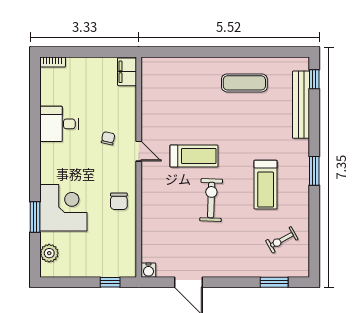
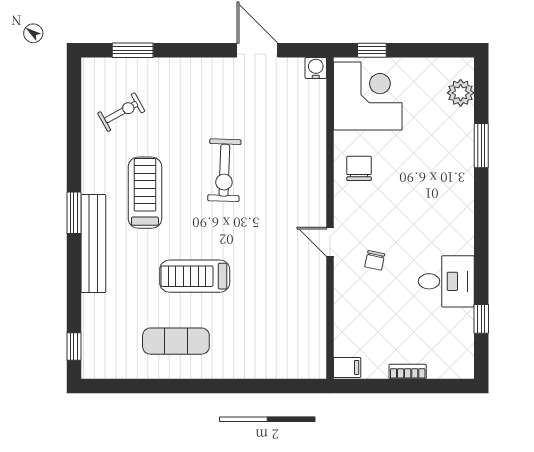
bookcase: (53, 62) -> (408, 372), moved
filing cabinet: (127, 72) -> (347, 368), width x0.50
window: (35, 98) -> (481, 319), added
bench: (301, 105) -> (93, 243), moved
treadmill: (194, 156) -> (195, 276), moved
corner desk: (63, 208) -> (368, 96), moved, turned 180

